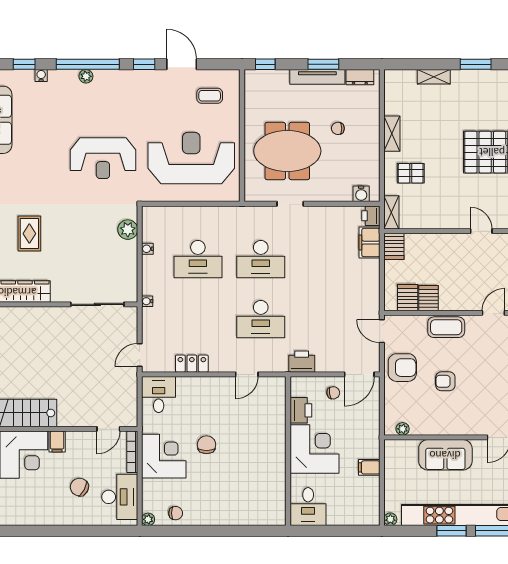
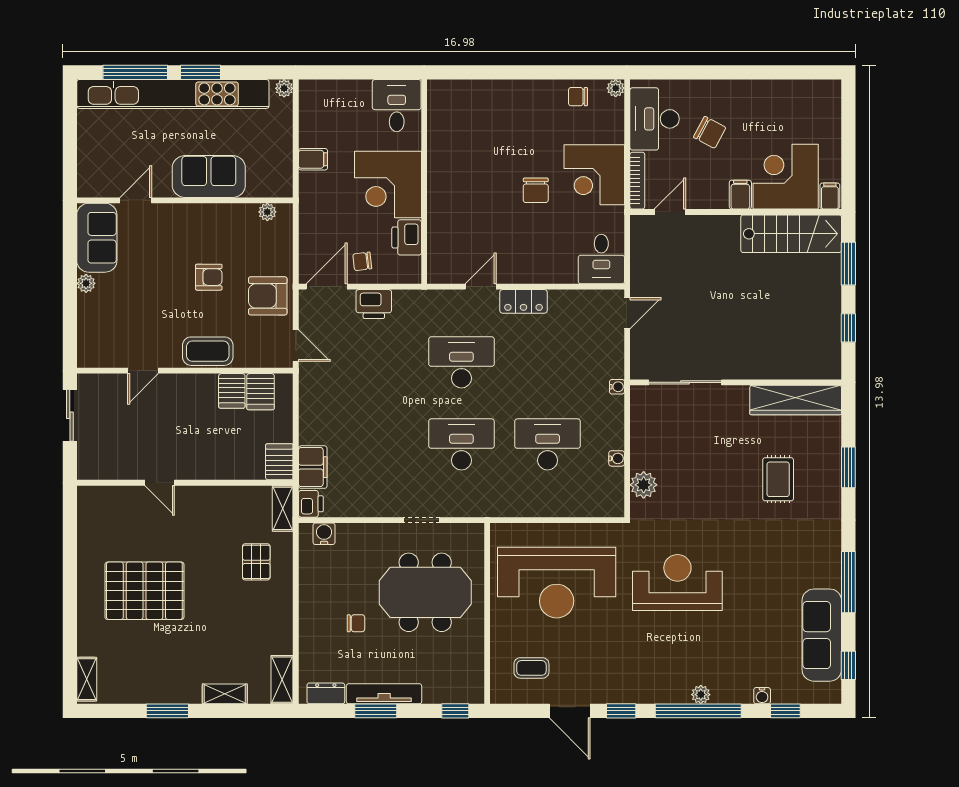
shelving: (392, 134) -> (282, 680), moved
pallet: (411, 173) -> (256, 562), turned 90
printer: (302, 362) -> (374, 304), moved
locker: (192, 364) -> (524, 301), moved

